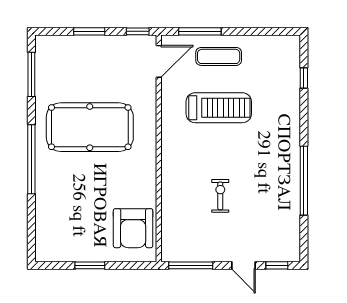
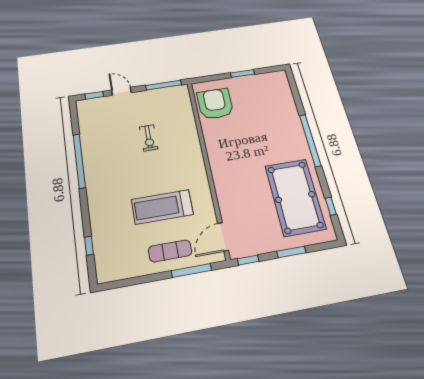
window: (31, 74) -> (331, 206), width x0.46
pool table: (90, 127) -> (295, 197), moved, turned 90

